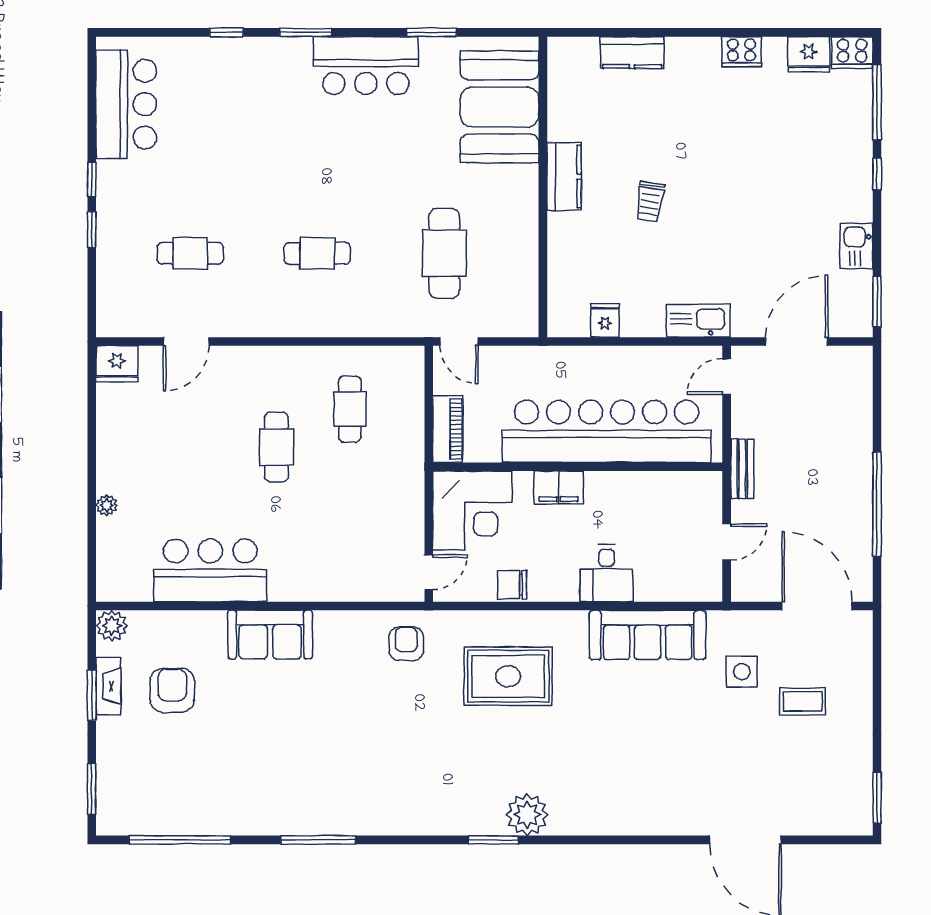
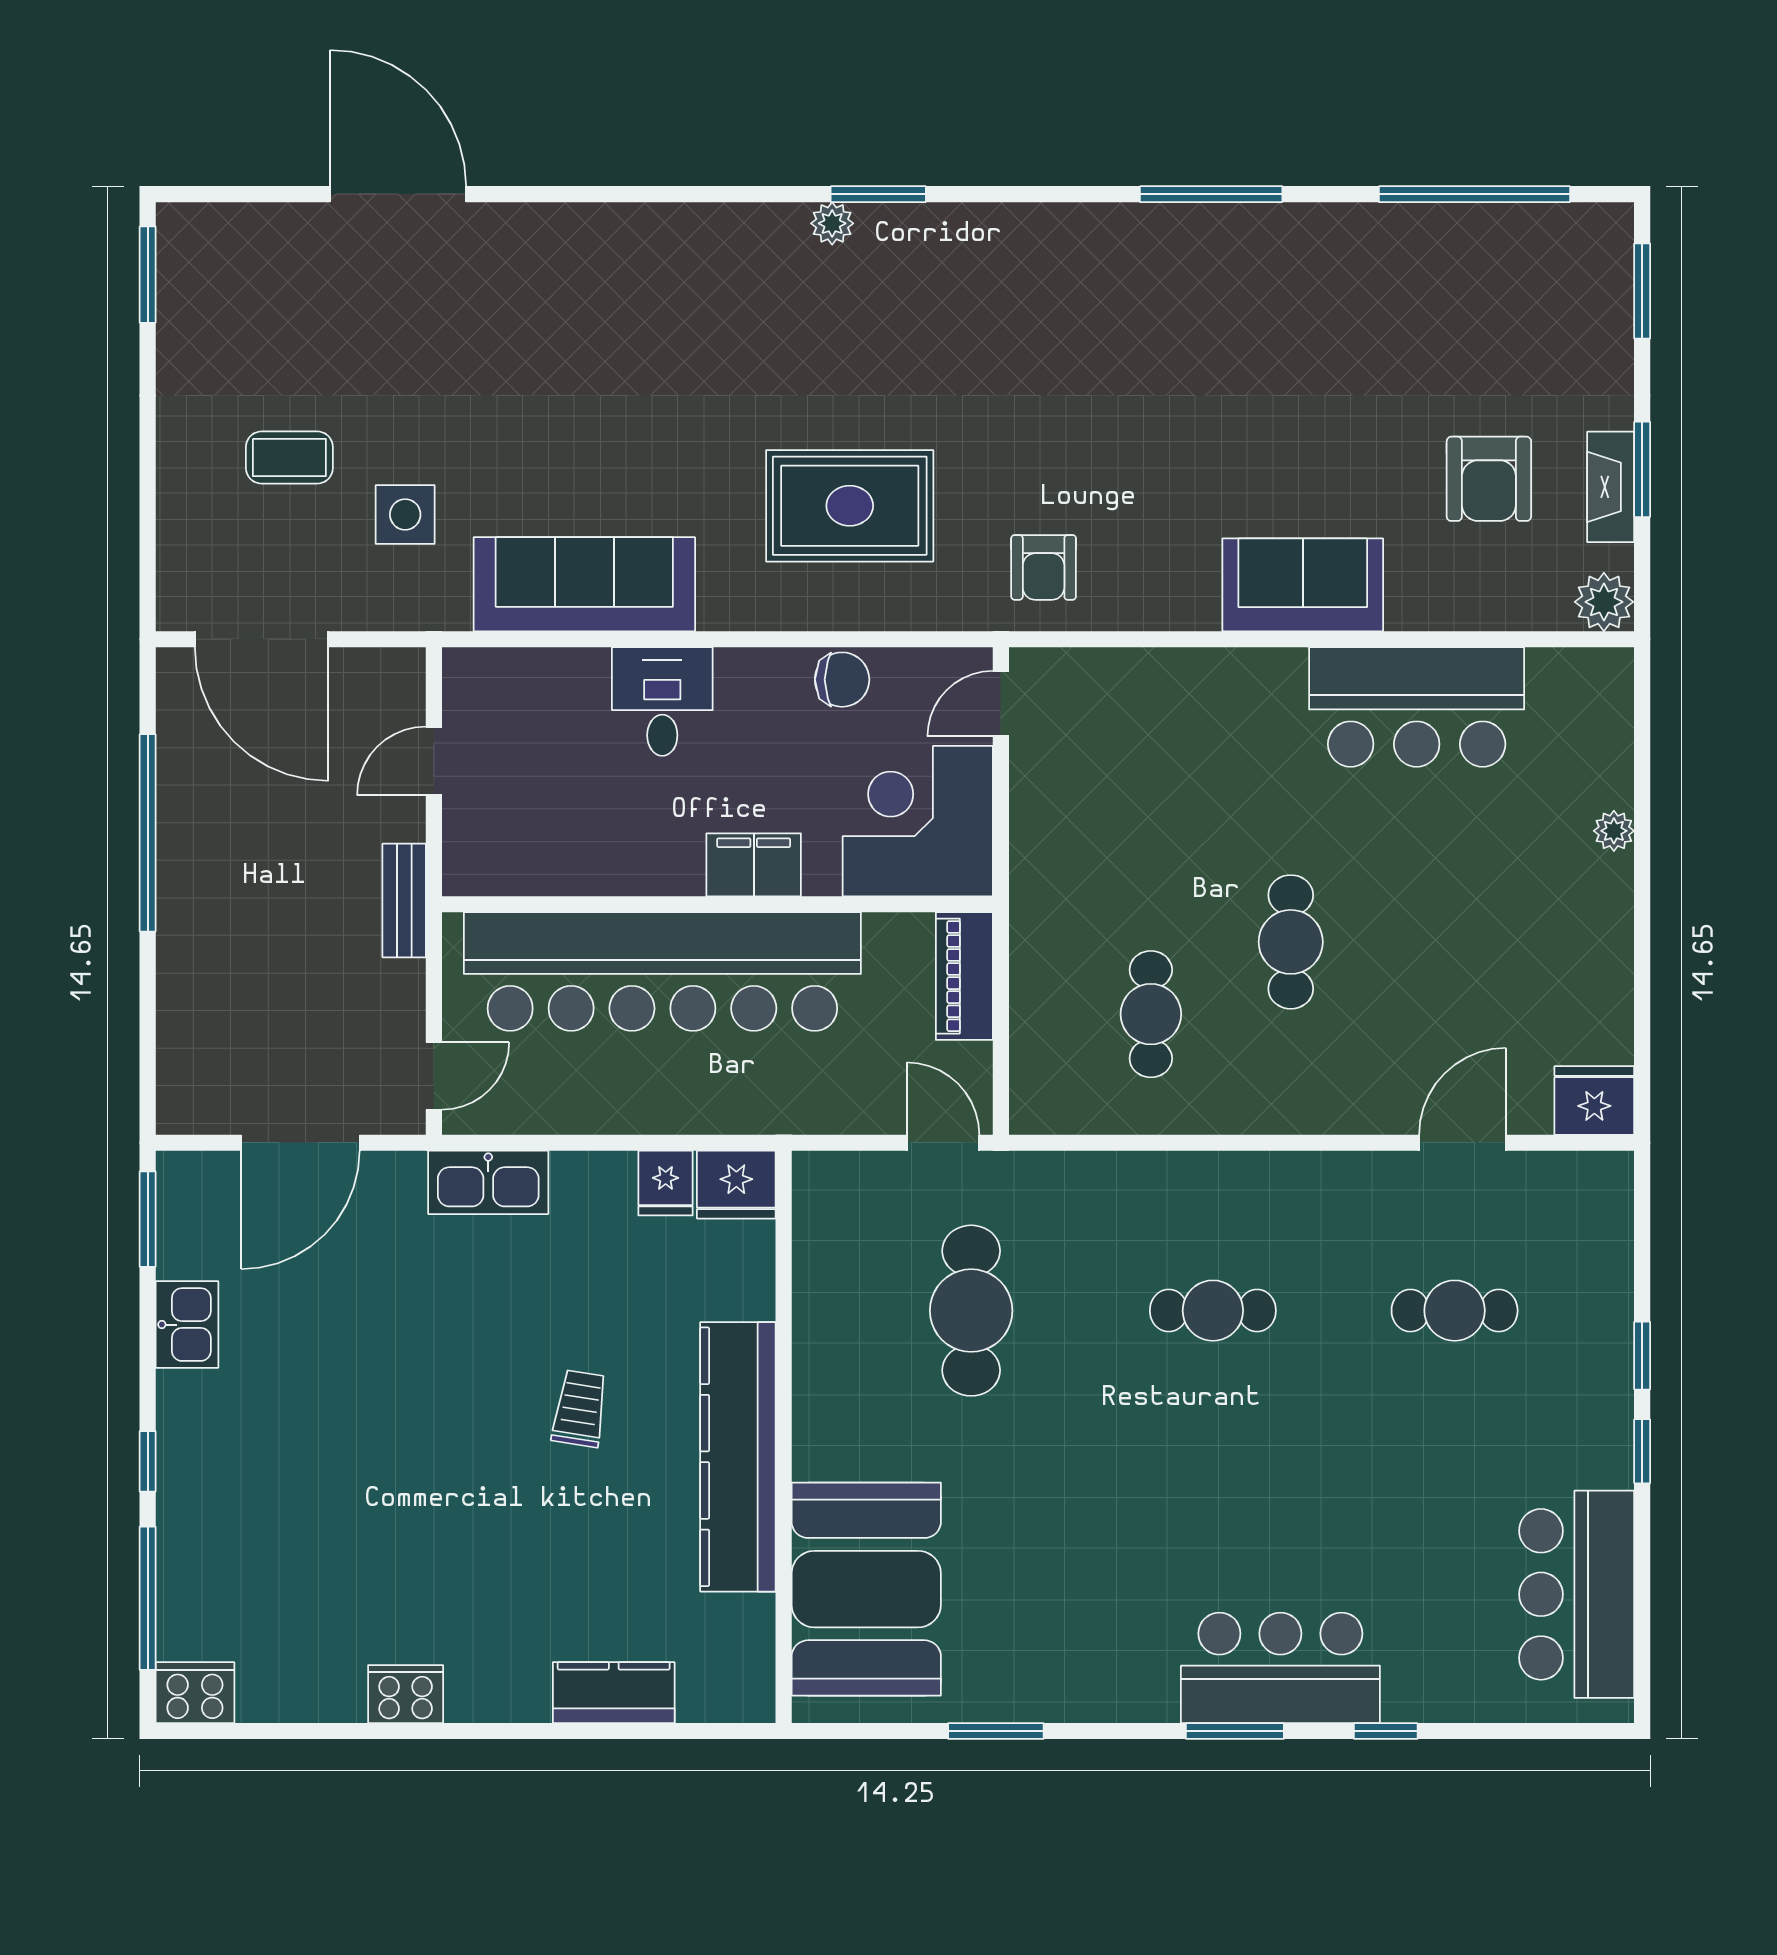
fridge: (809, 54) -> (736, 1185), moved, turned 180
bar counter: (366, 66) -> (1280, 1668), moved
kitchen counter: (564, 176) -> (738, 1457), width x2.08, depth x1.17
plant: (527, 815) -> (832, 223), width x0.53, depth x0.53

